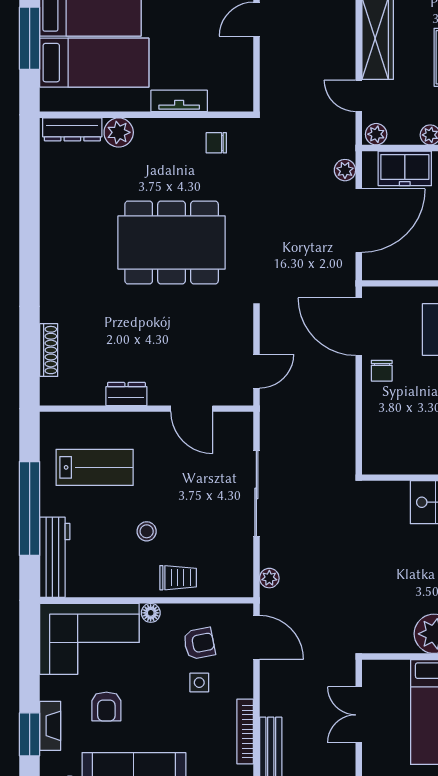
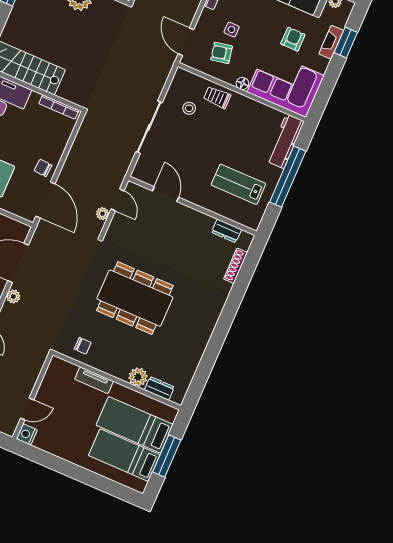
dresser: (72, 129) -> (159, 388), width x0.70
door: (256, 371) -> (118, 200), swing flipped
chair: (382, 371) -> (43, 168), turned -86
dresser: (126, 394) -> (226, 231), moved
bookcase: (397, 467) -> (59, 107), added
stool: (147, 531) -> (189, 108), moved
plant: (269, 578) -> (102, 214), moved

